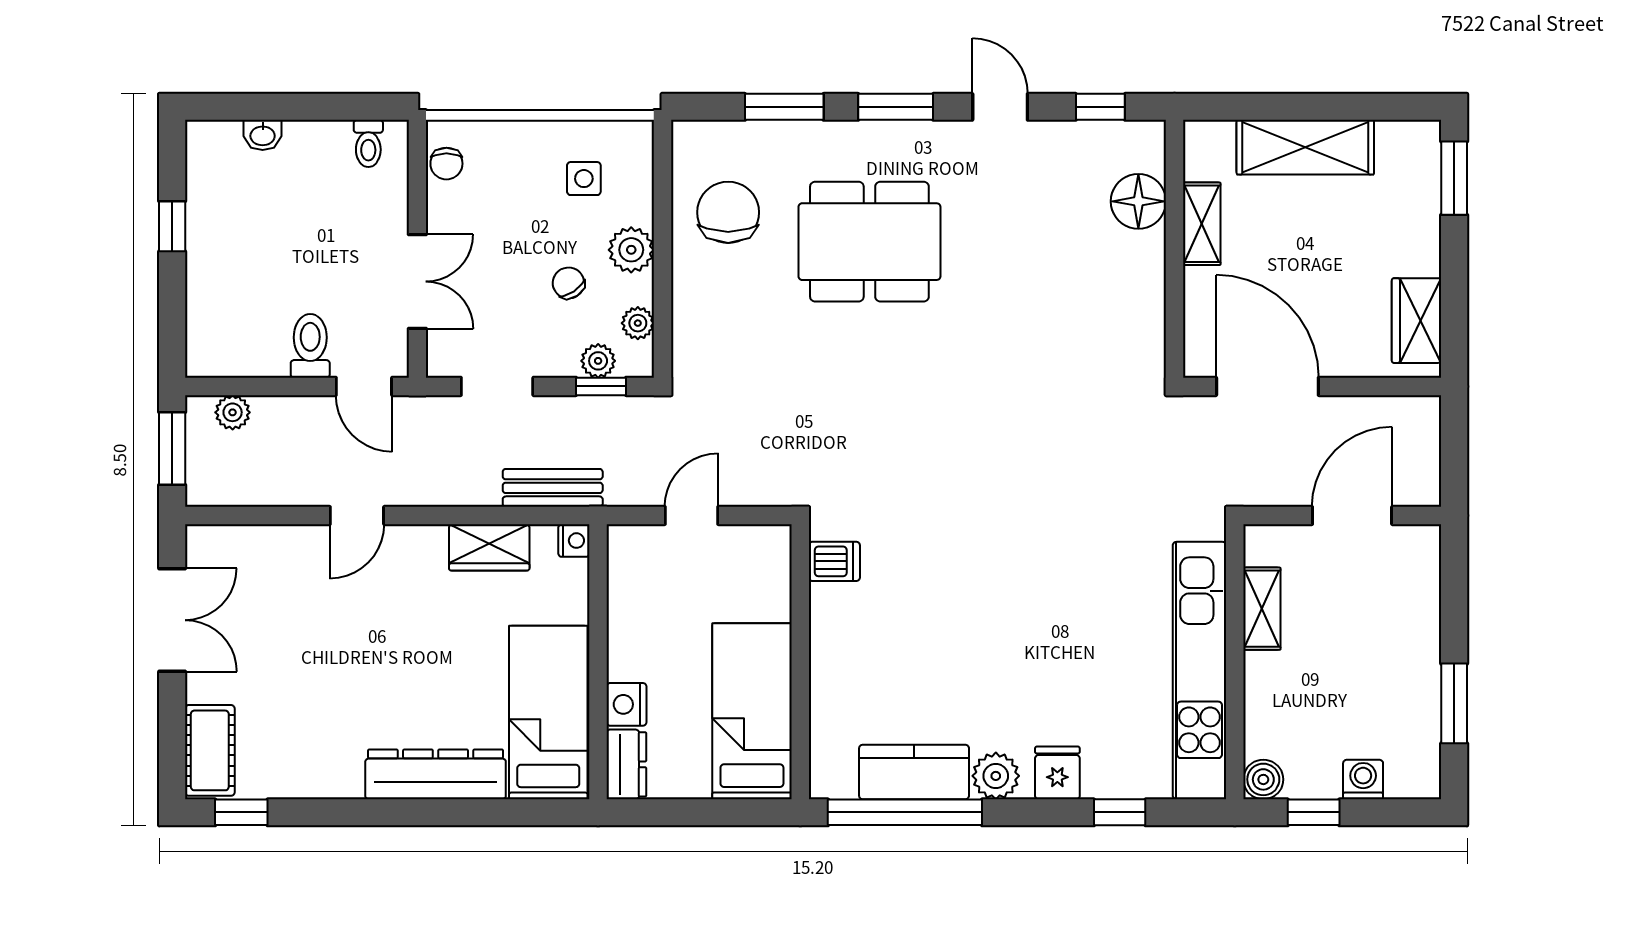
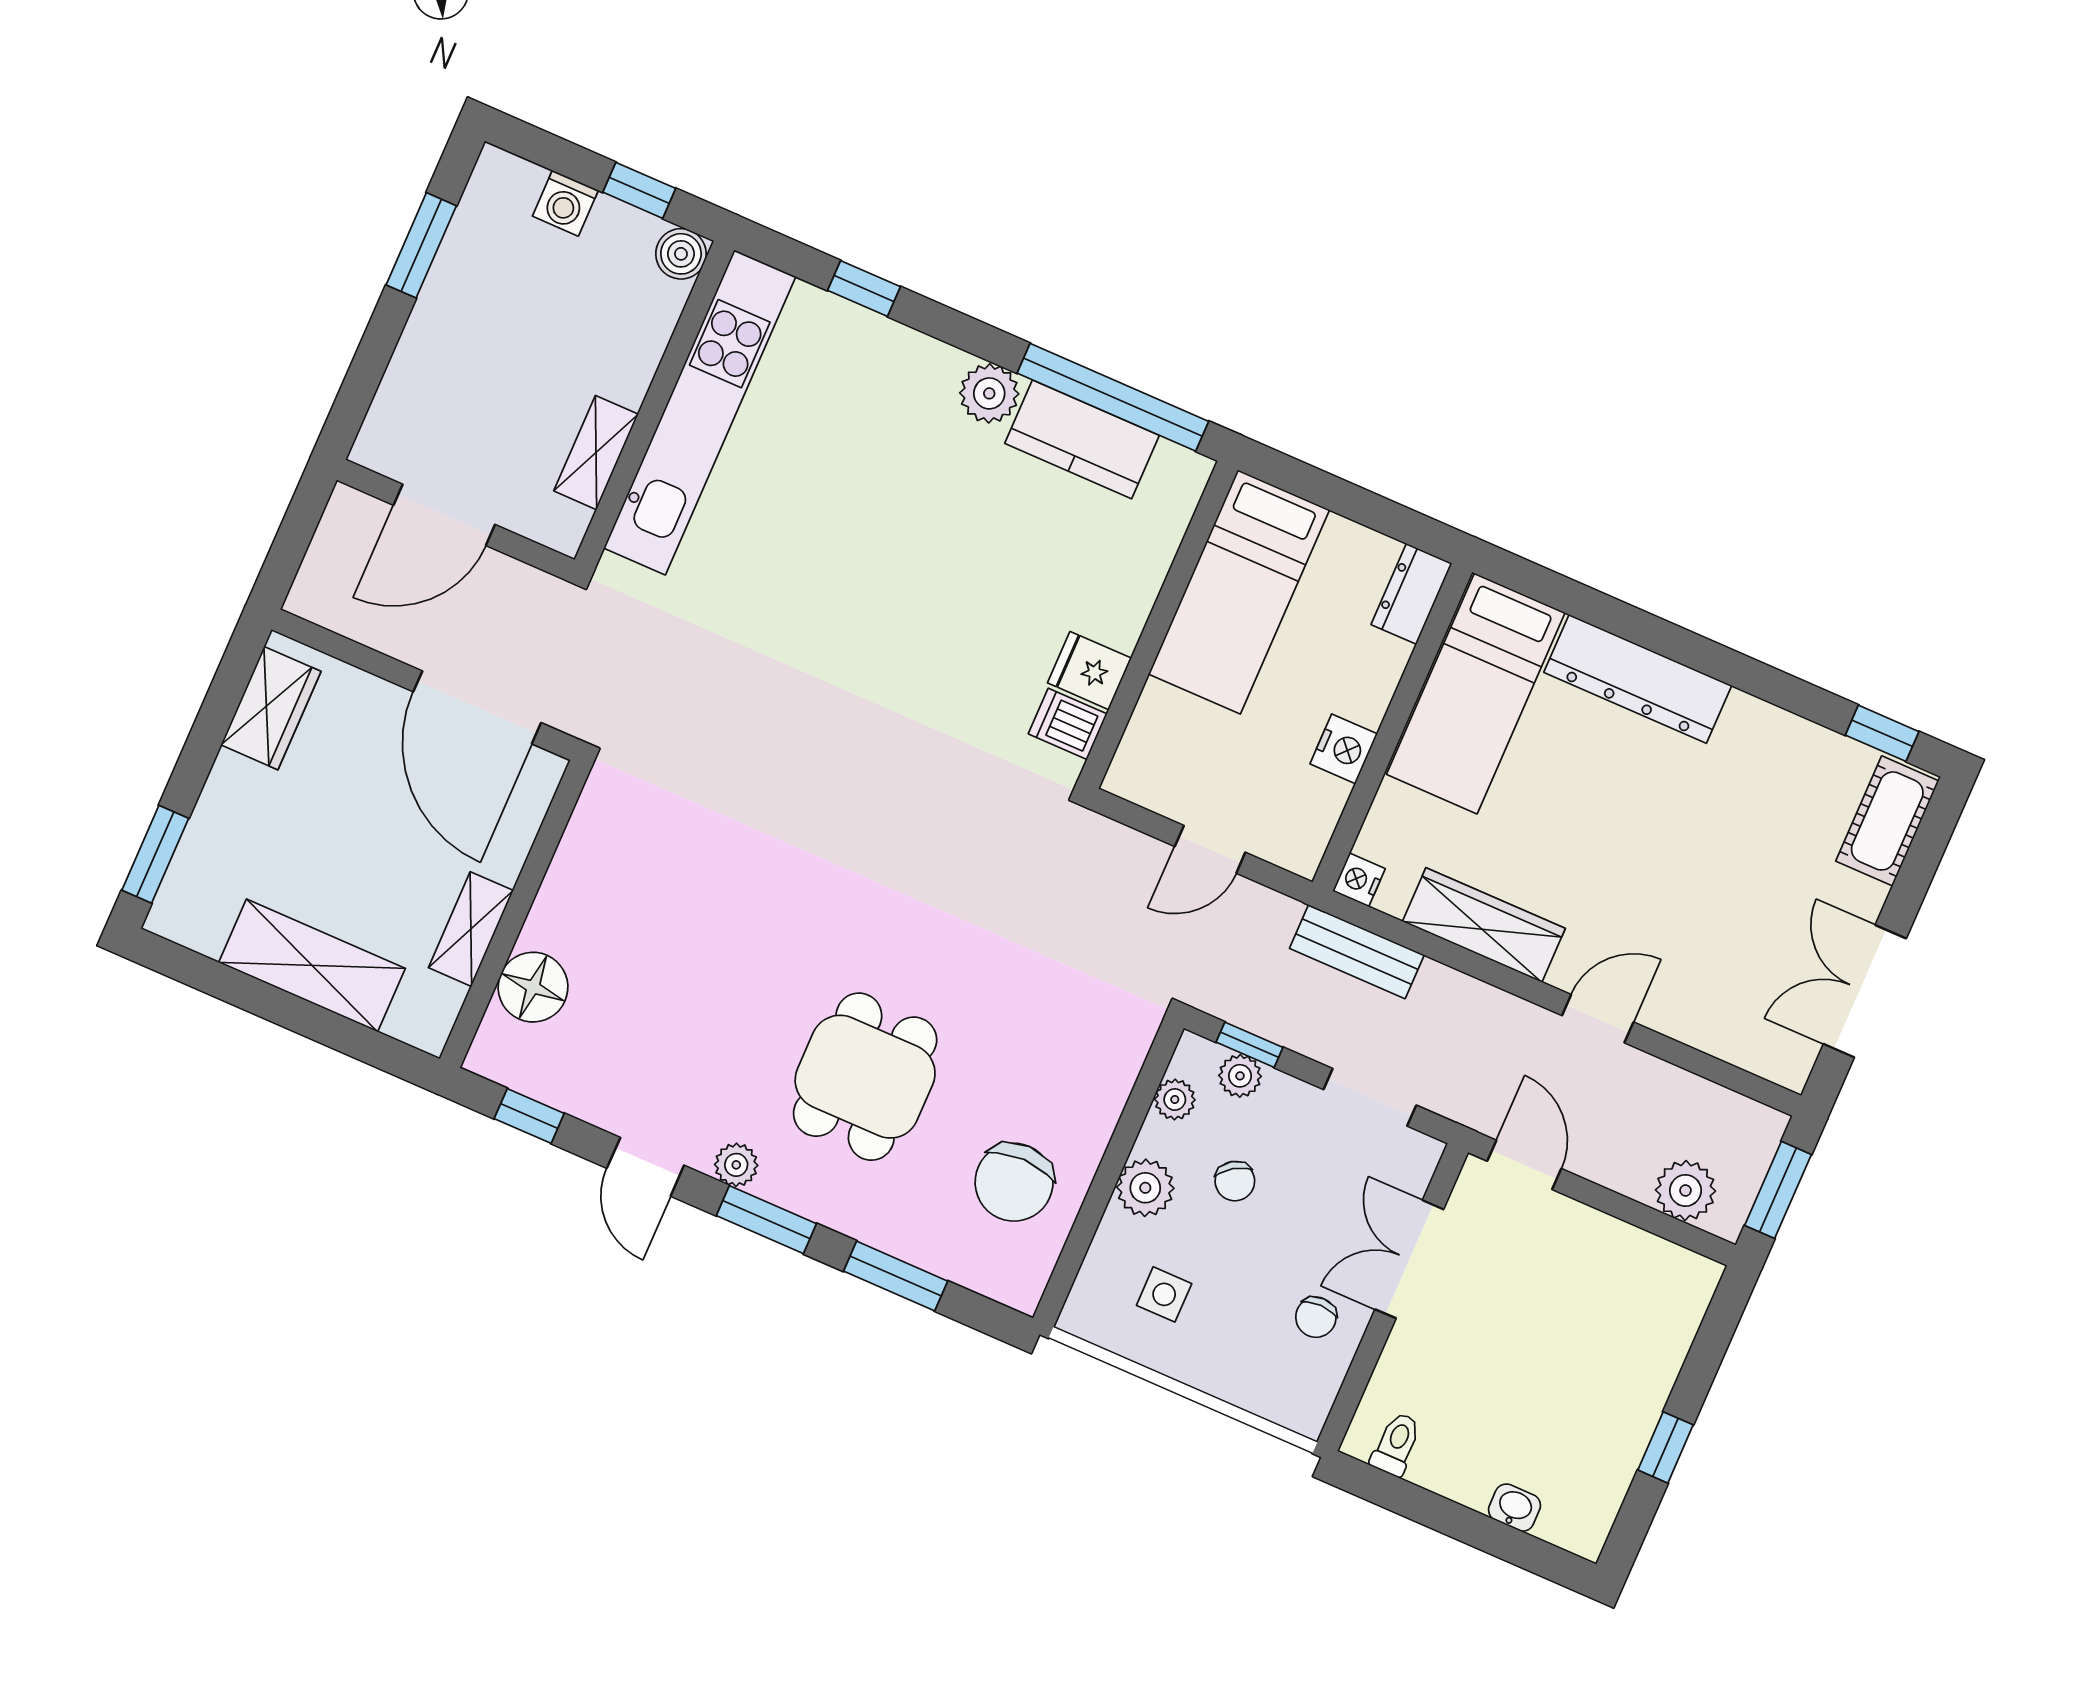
plant: (935, 137) -> (736, 1165), added
chair: (446, 164) -> (1316, 1317), moved, turned 180
dining table: (869, 242) -> (865, 1077), width x0.73
toilet: (310, 346) -> (1566, 1239), removed
plant: (233, 412) -> (1685, 1190), width x1.38, depth x1.38
wardrobe: (489, 547) -> (1484, 925), width x1.50
nightstand: (626, 704) -> (1344, 749), moved
fridge: (1057, 773) -> (1089, 671), moved, turned 90

